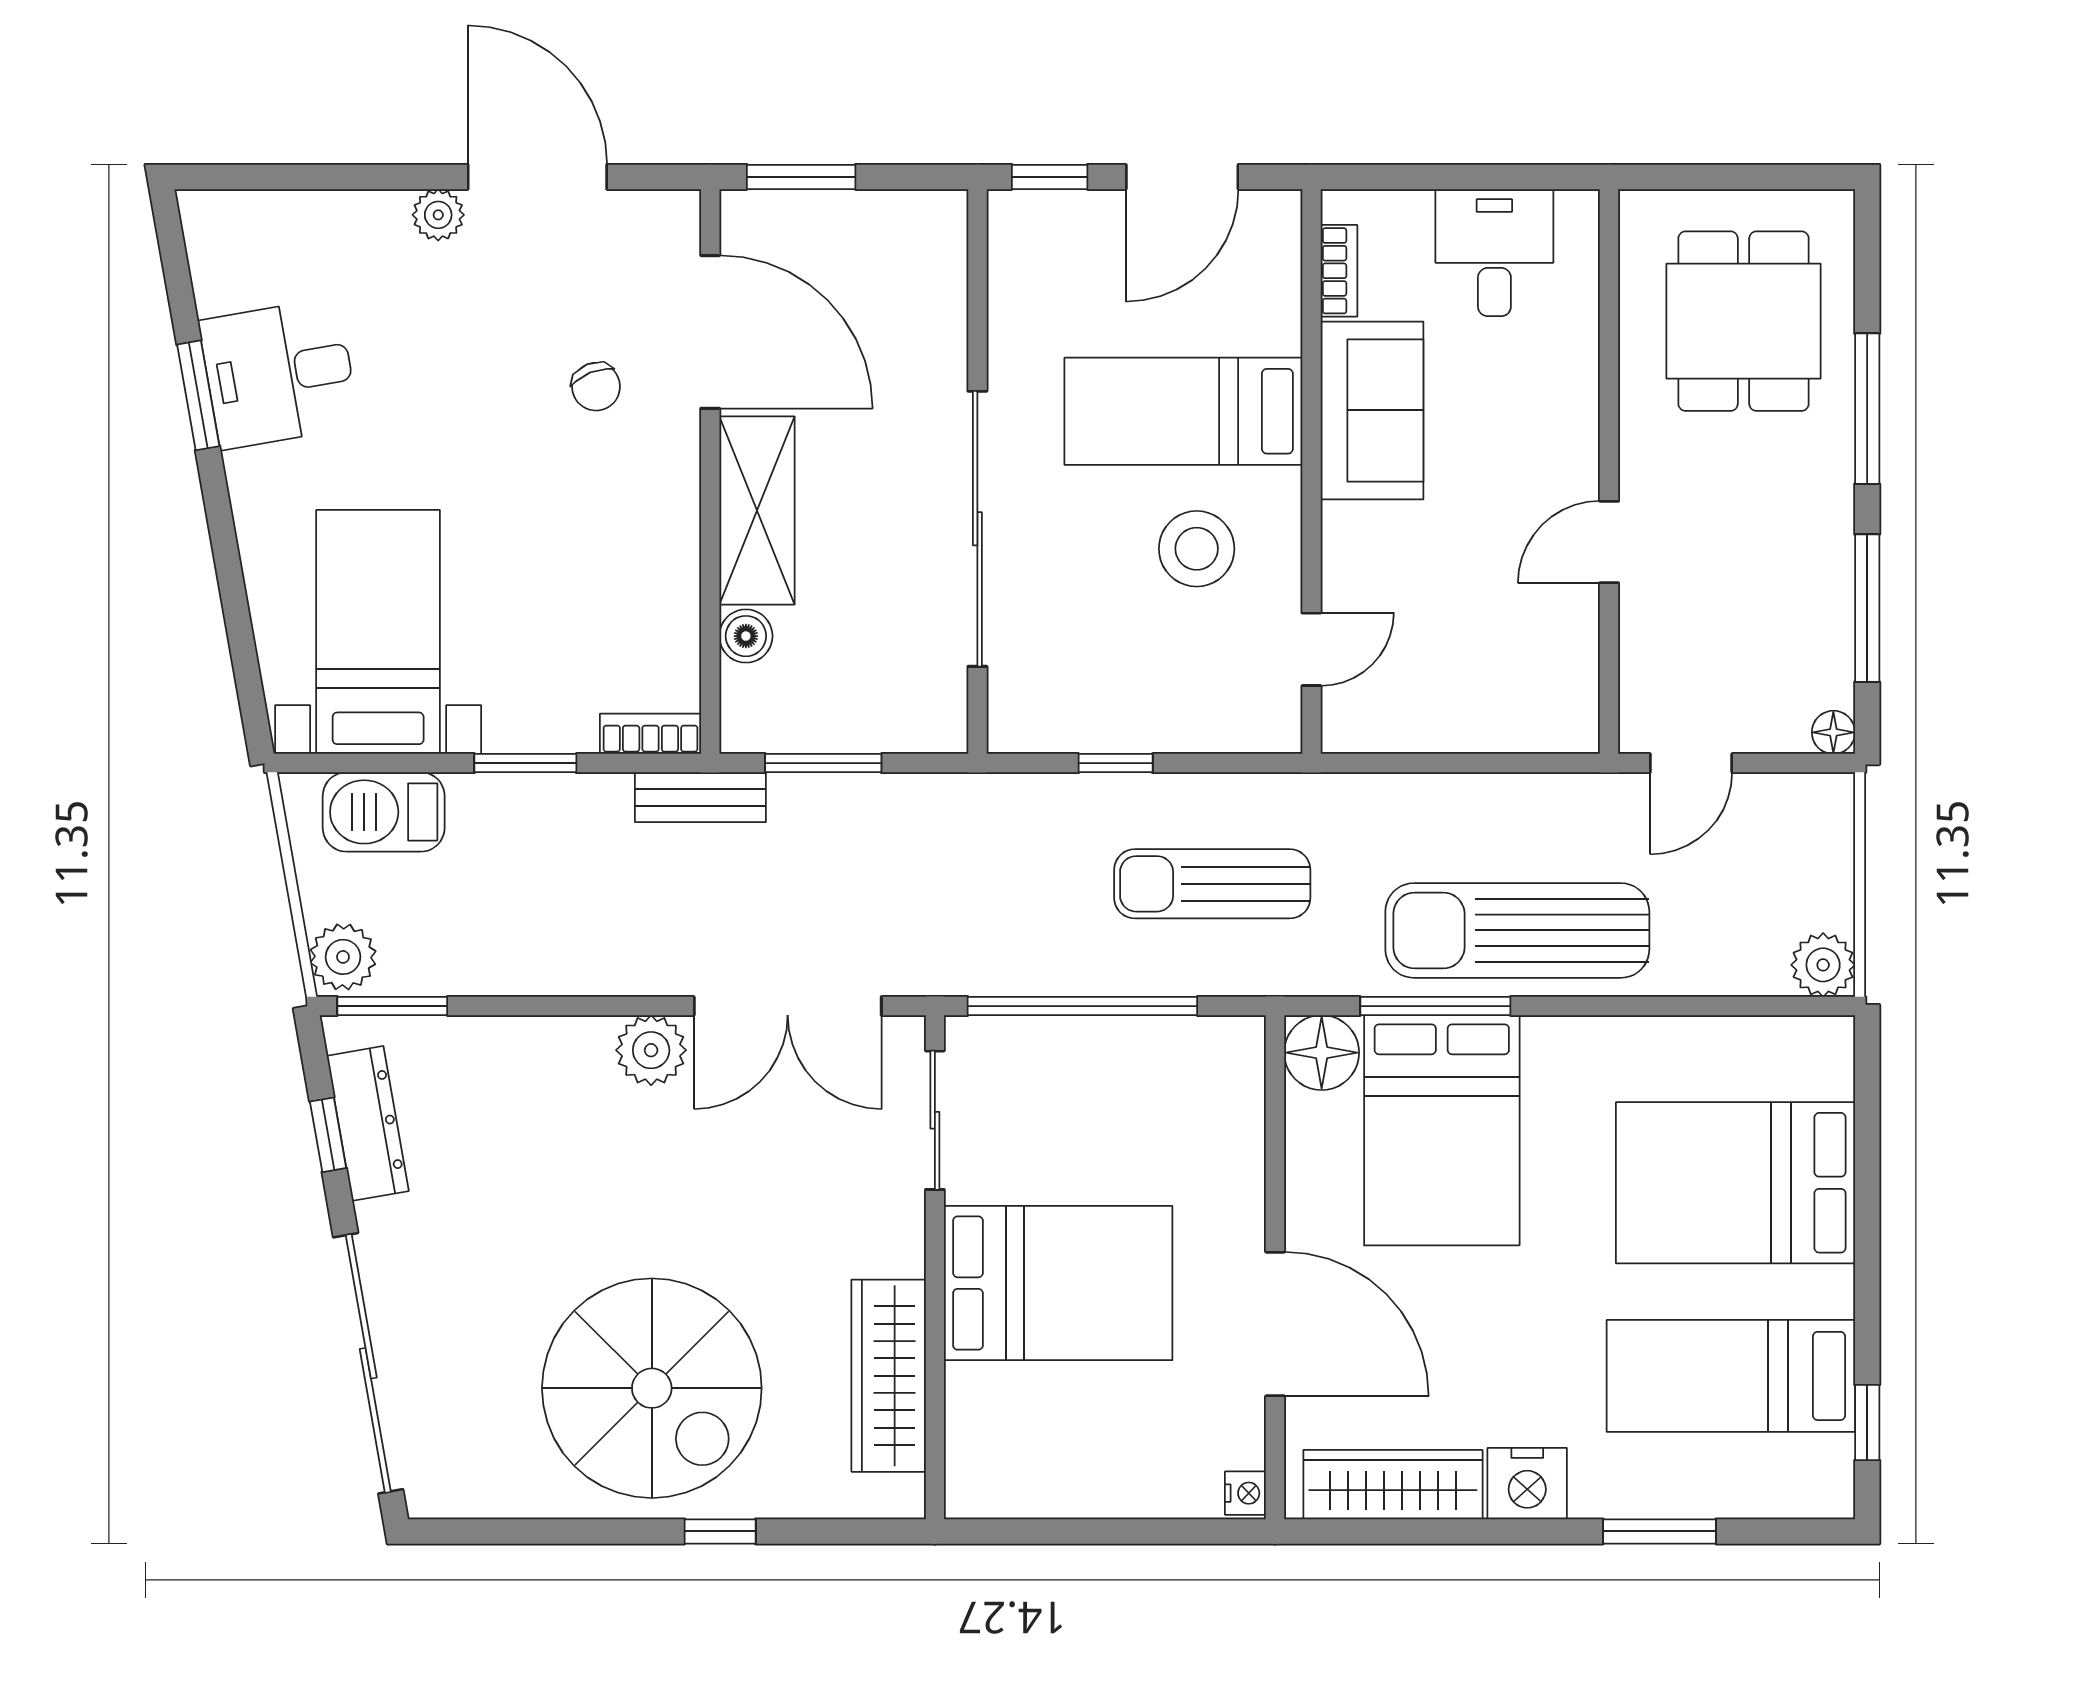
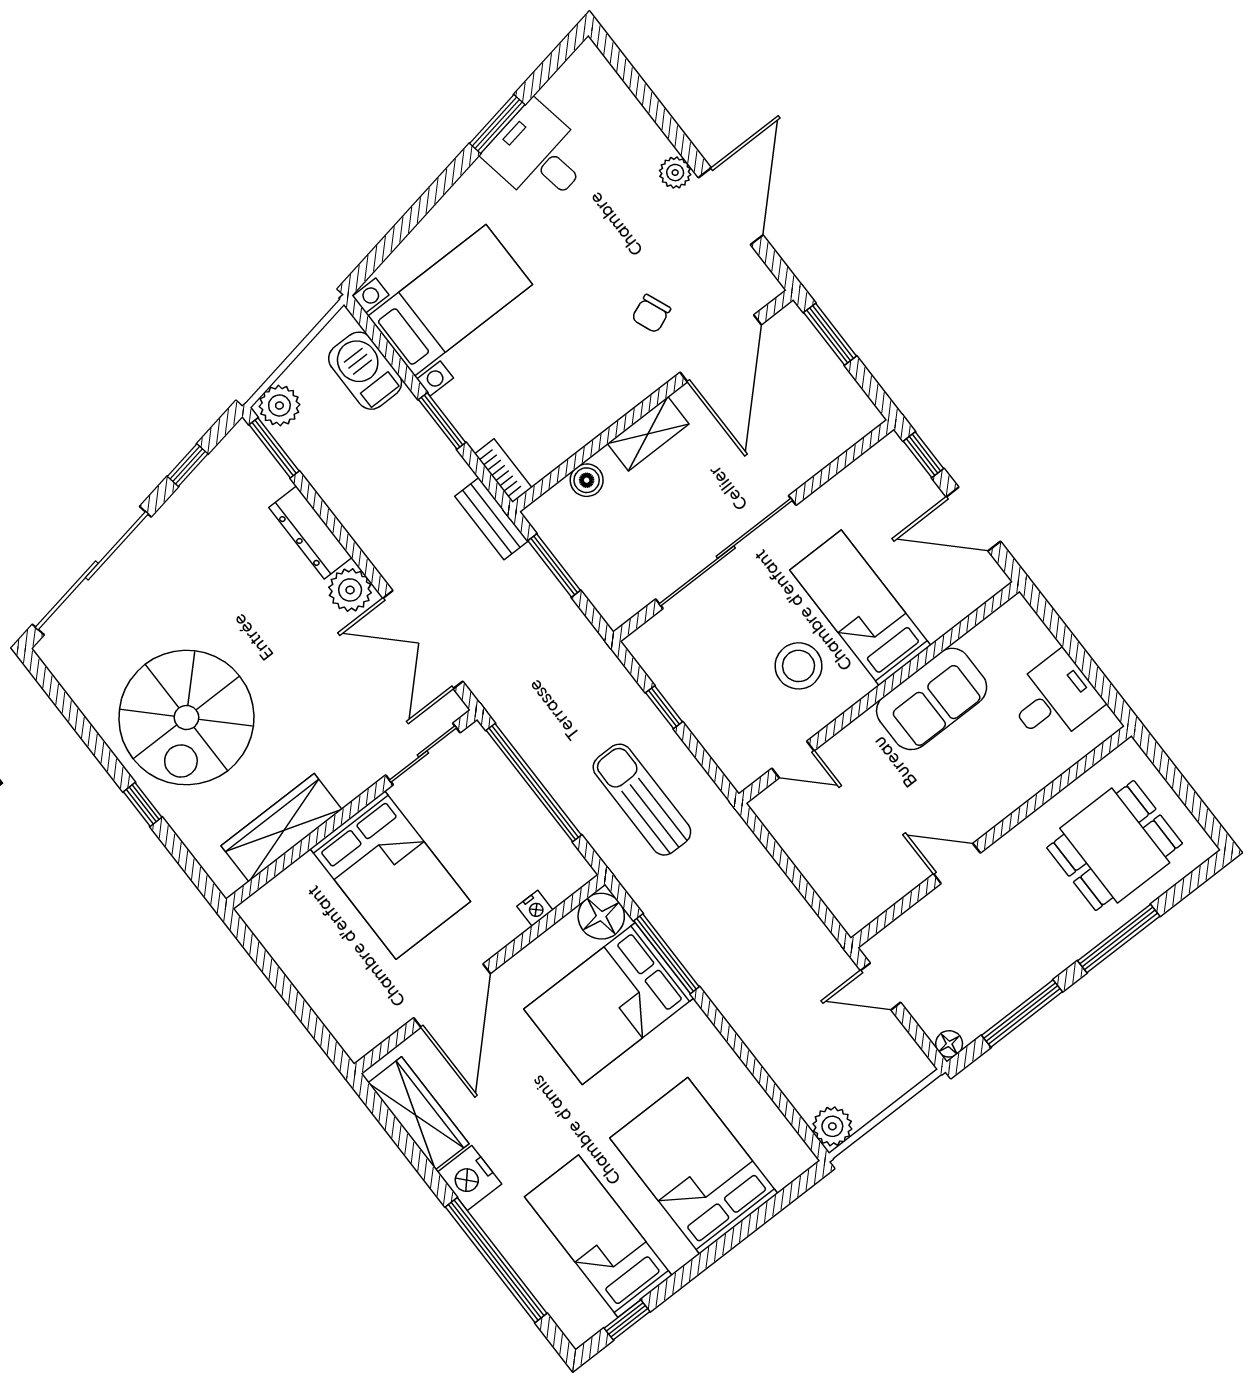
bookcase: (1339, 271) -> (987, 630), removed
shelving: (757, 510) -> (648, 434), width x0.67, depth x0.75
sun lounger: (1517, 930) -> (734, 965), removed
dresser: (368, 1123) -> (310, 533), moved, turned 100
nightstand: (1245, 1493) -> (535, 908), moved
window: (1660, 1531) -> (496, 1260), width x2.11

